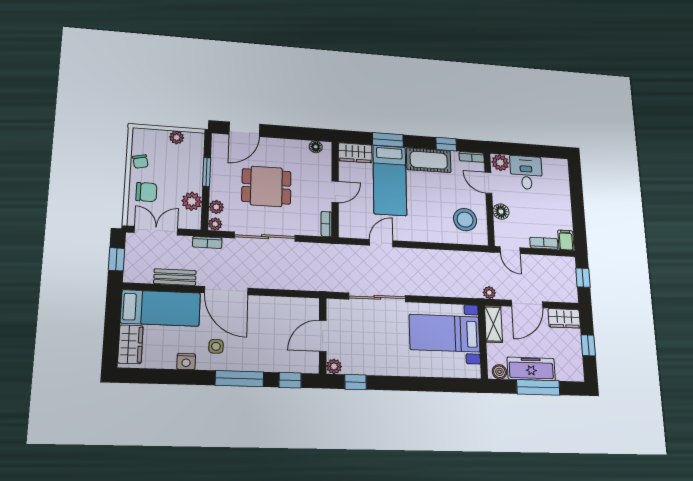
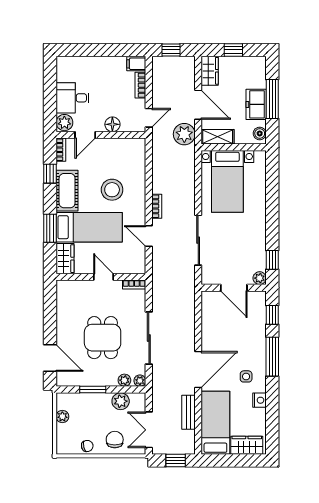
floor lamp: (316, 147) -> (62, 294), removed
stool: (465, 220) -> (112, 190), moved
bookcase: (207, 242) -> (157, 206), moved
plant: (489, 293) -> (184, 134), width x1.88, depth x1.88
freezer: (531, 369) -> (256, 104), width x0.71

